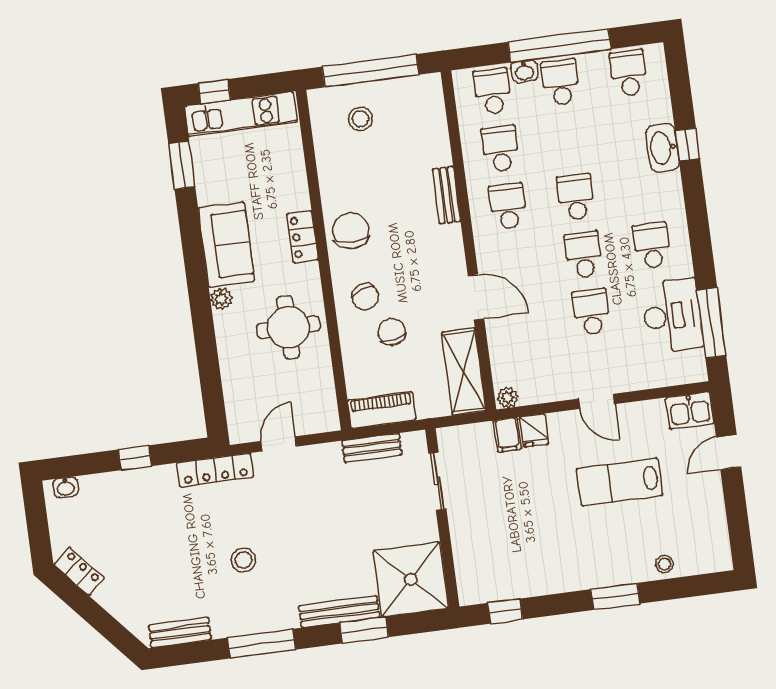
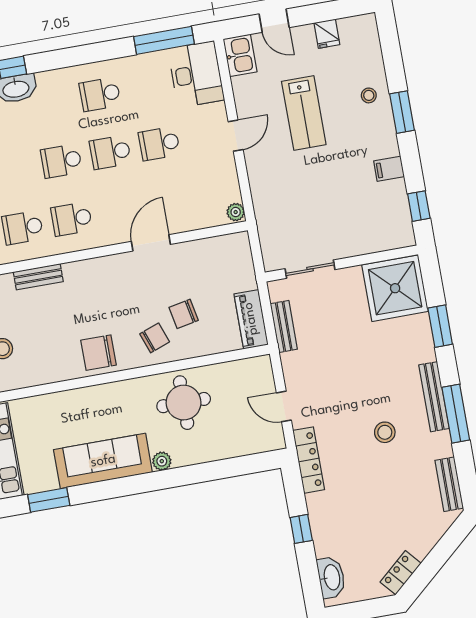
bench: (446, 195) -> (38, 277), moved
locker: (302, 237) -> (106, 394), removed
sofa: (226, 245) -> (103, 461), width x1.36
desk: (672, 316) -> (196, 74), moved, turned 90
shelving: (464, 372) -> (215, 251), removed
fridge: (534, 430) -> (327, 34), moved, turned 90
filing cabinet: (507, 435) -> (389, 169), moved, turned 180
washbasin: (66, 487) -> (331, 577), width x1.91, depth x1.45
stool: (664, 564) -> (369, 95), moved
bench: (339, 612) -> (434, 397), moved

